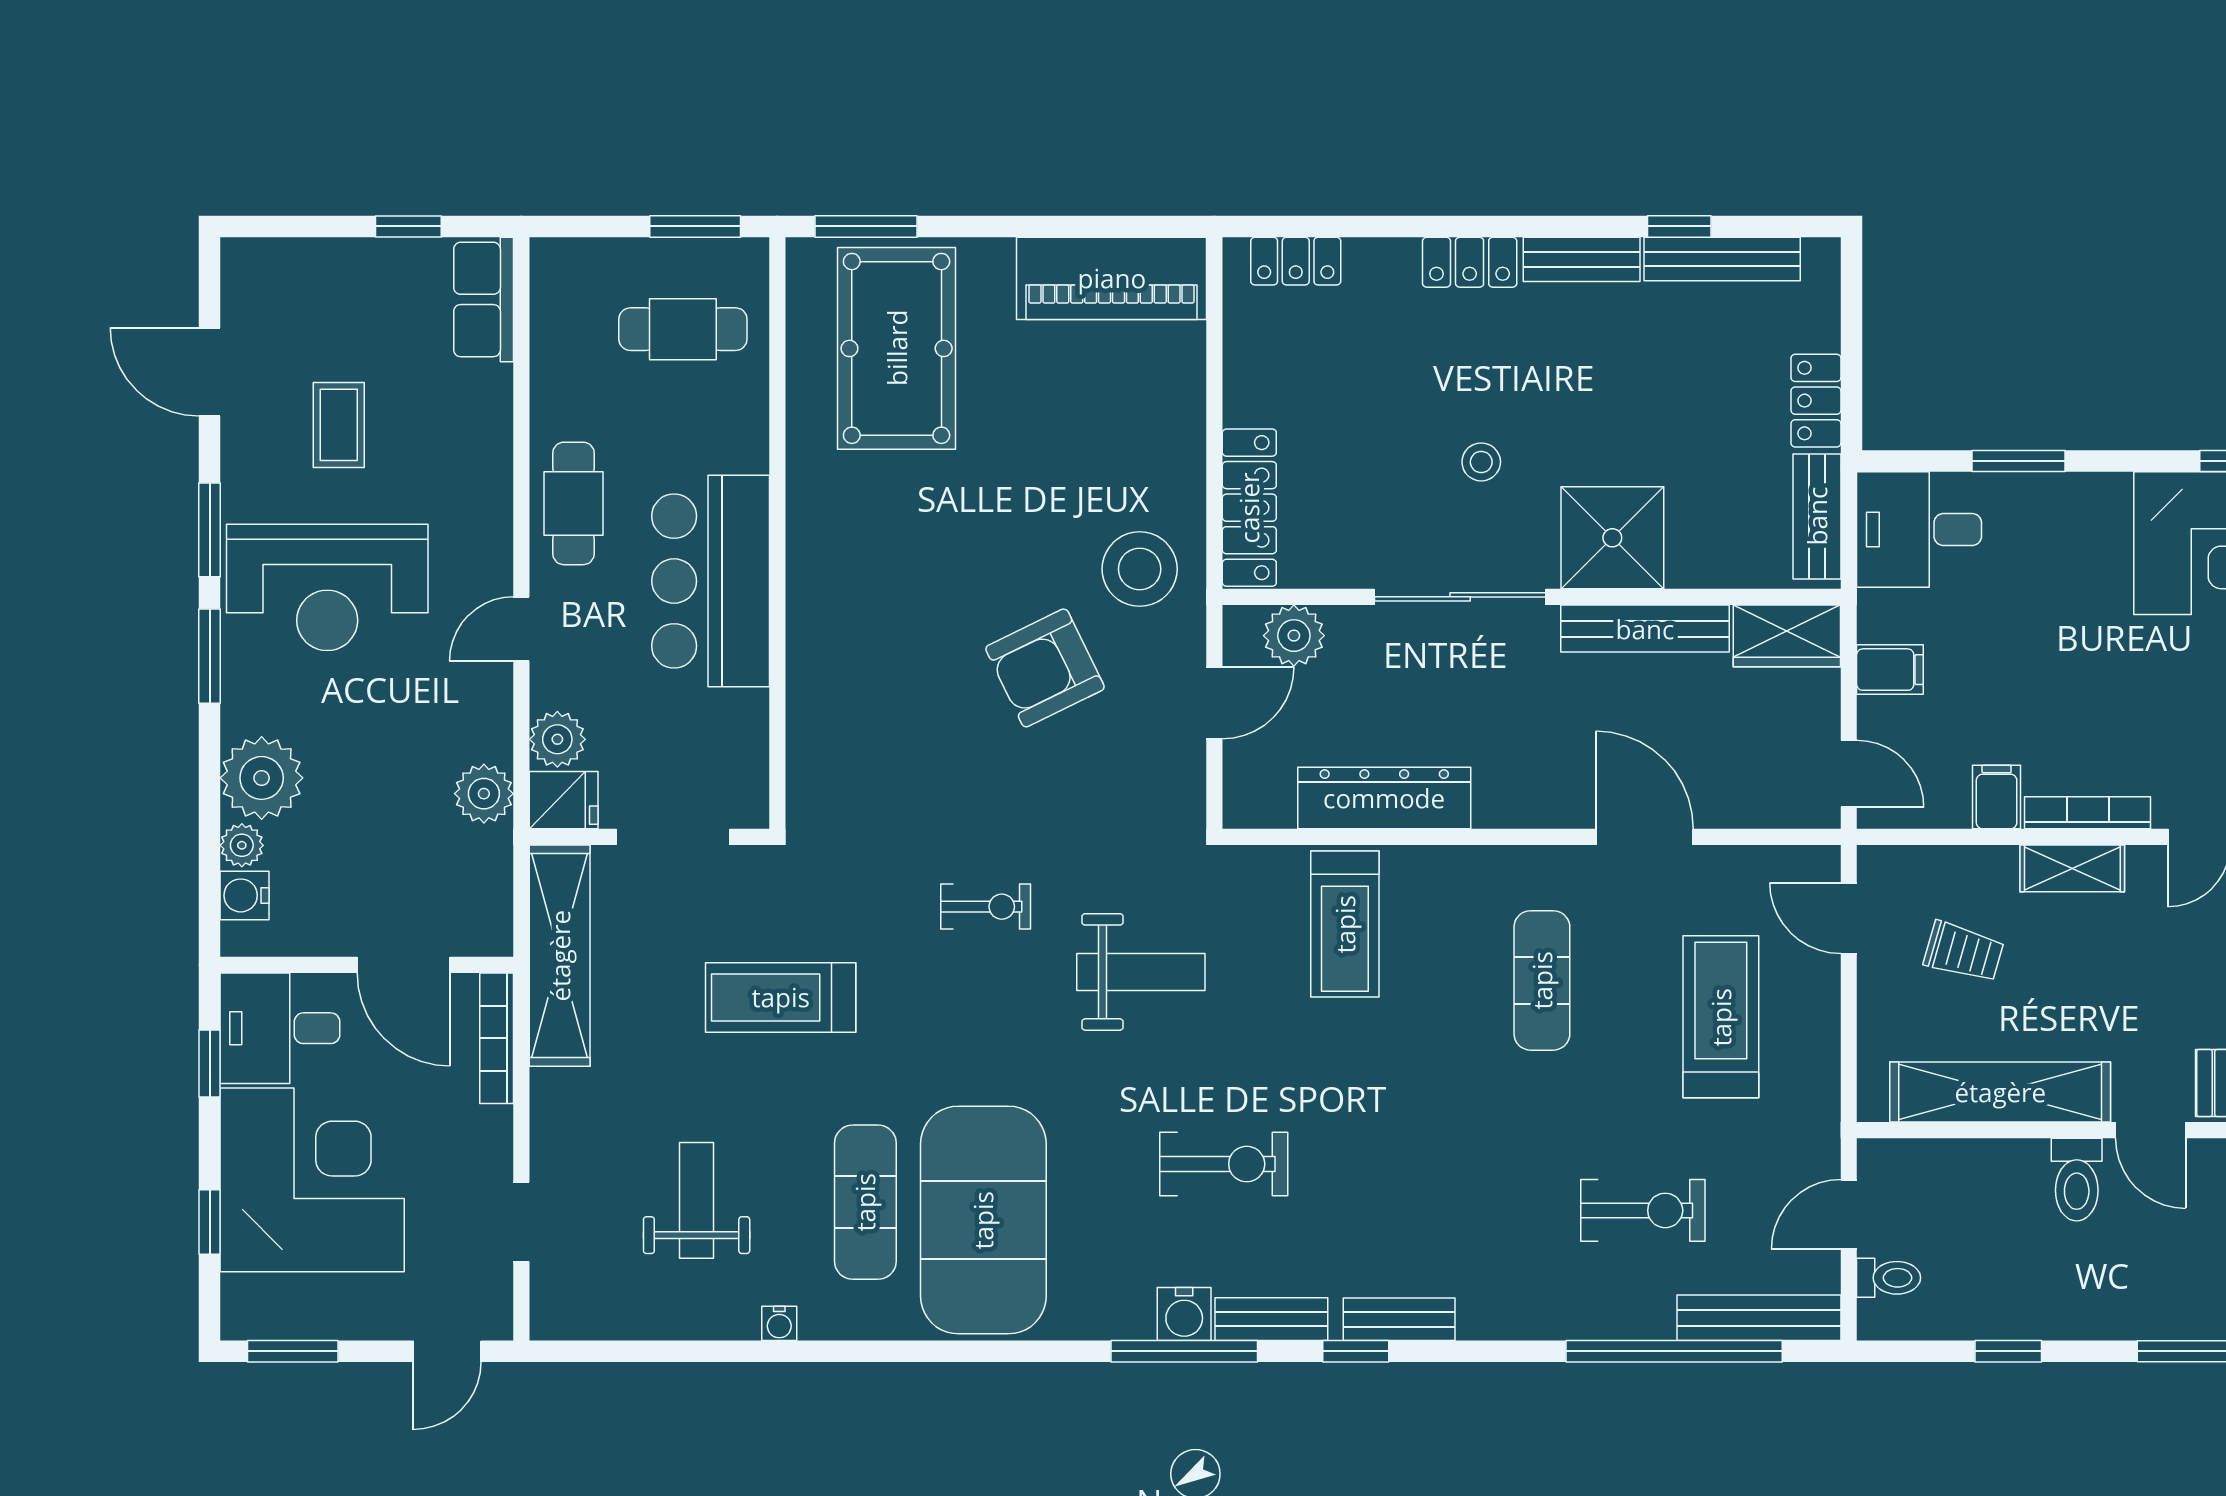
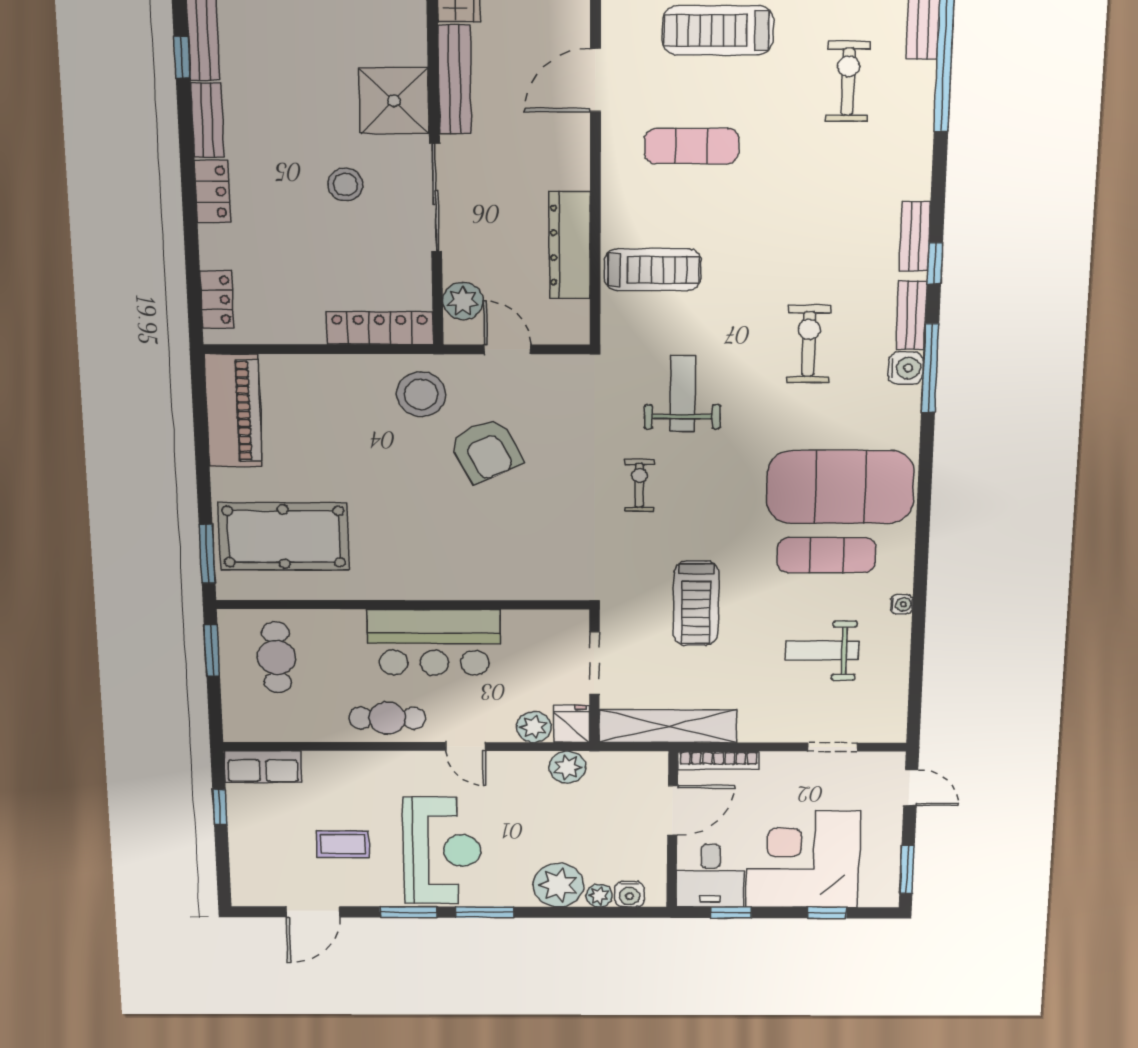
stool: (1481, 462) -> (345, 184), width x1.37, depth x1.37

